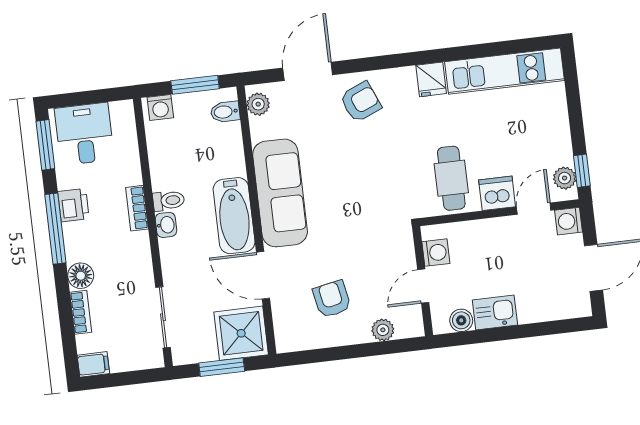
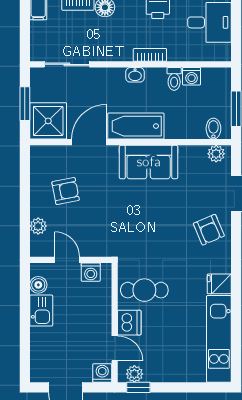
washing machine: (160, 108) -> (192, 76), moved, turned -90
sofa: (280, 193) -> (149, 162), width x0.73
toilet: (169, 201) -> (174, 79), moved

